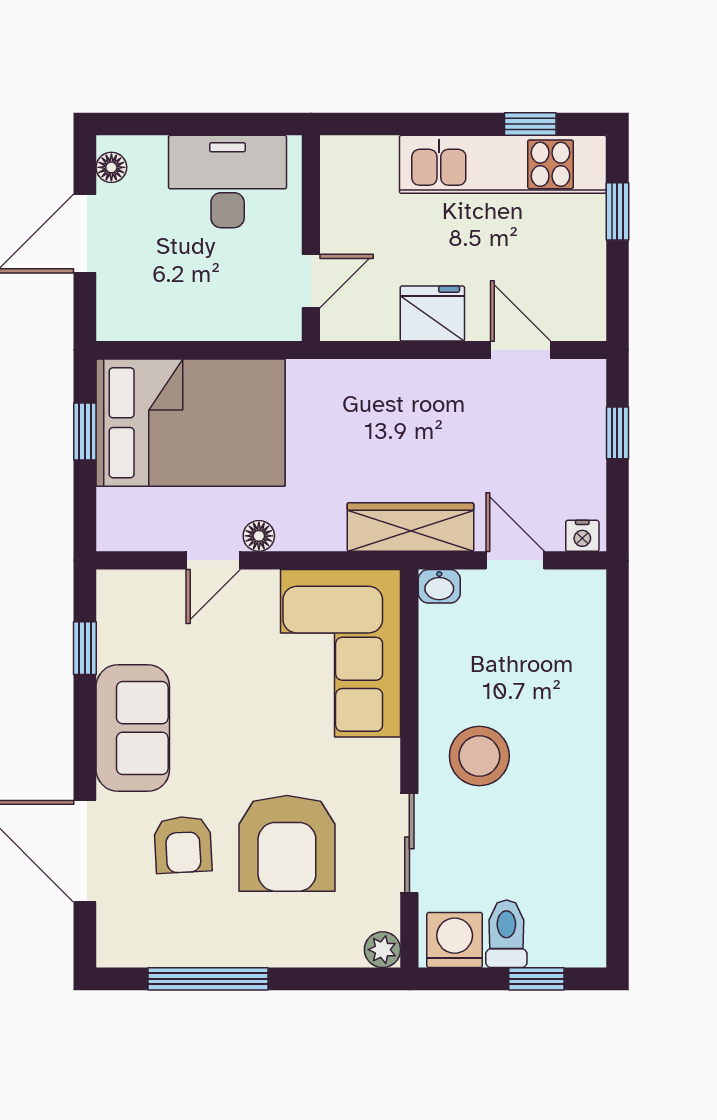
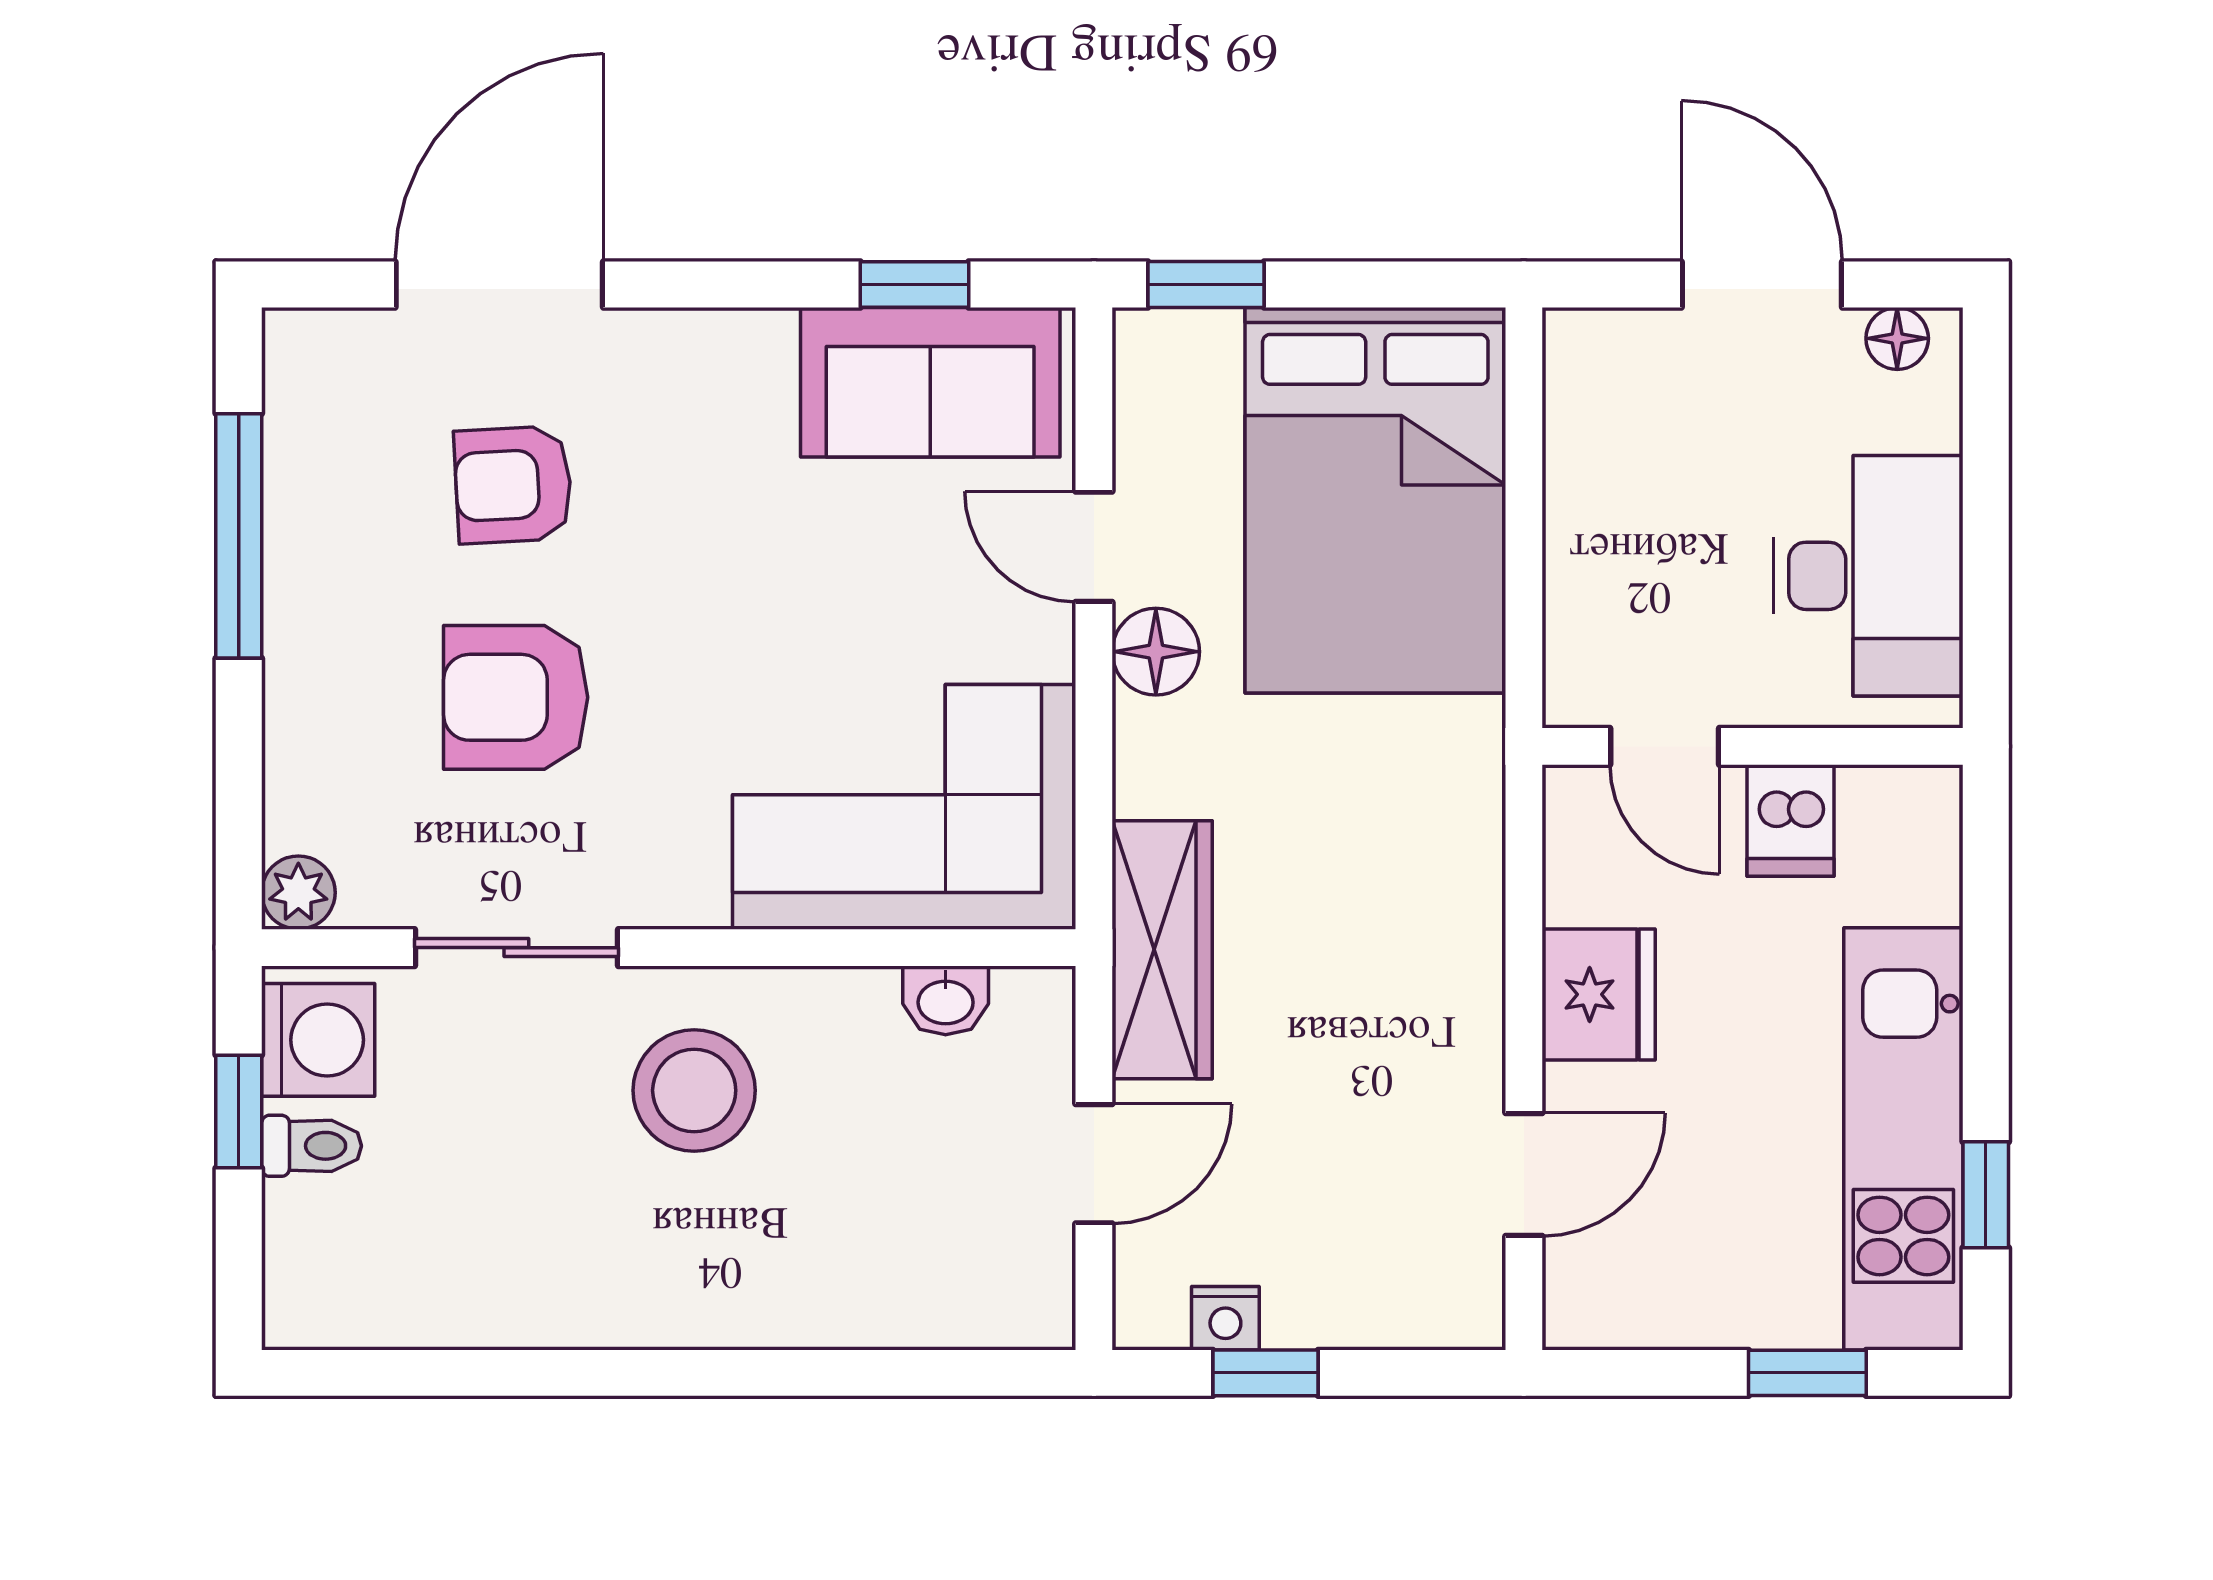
dishwasher: (347, 220) -> (1790, 820), added
window: (85, 432) -> (1206, 284), moved
window: (617, 433) -> (1266, 1373), moved
floor lamp: (259, 536) -> (1156, 652), width x1.37, depth x1.37
nightstand: (582, 536) -> (1225, 1318), moved, turned -90
washbasin: (439, 586) -> (946, 1000), moved, turned -90
sofa: (133, 728) -> (930, 382), moved
armchair: (287, 843) -> (516, 697), width x0.73, depth x0.73
toilet: (506, 934) -> (312, 1146), width x0.73, depth x0.72
window: (536, 979) -> (239, 1112), moved

